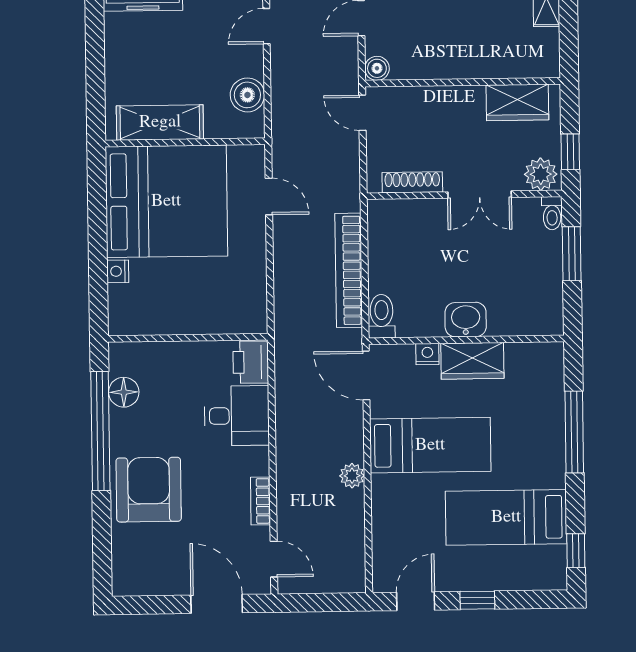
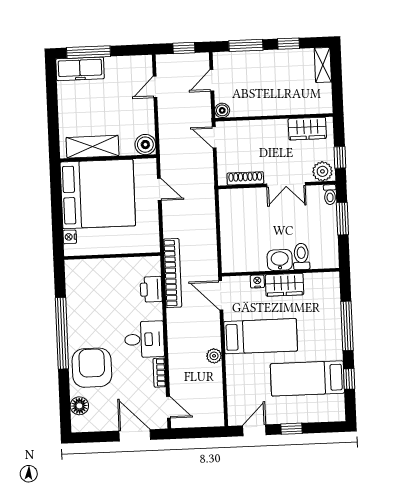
boiler: (247, 95) -> (145, 145), moved
bookcase: (349, 270) -> (172, 273), moved, turned 180
toilet: (382, 316) -> (301, 256), moved
wall: (188, 338) -> (112, 256), moved
floor lamp: (124, 392) -> (79, 406), moved
desk: (237, 416) -> (144, 339), moved
window: (576, 551) -> (349, 379), moved

